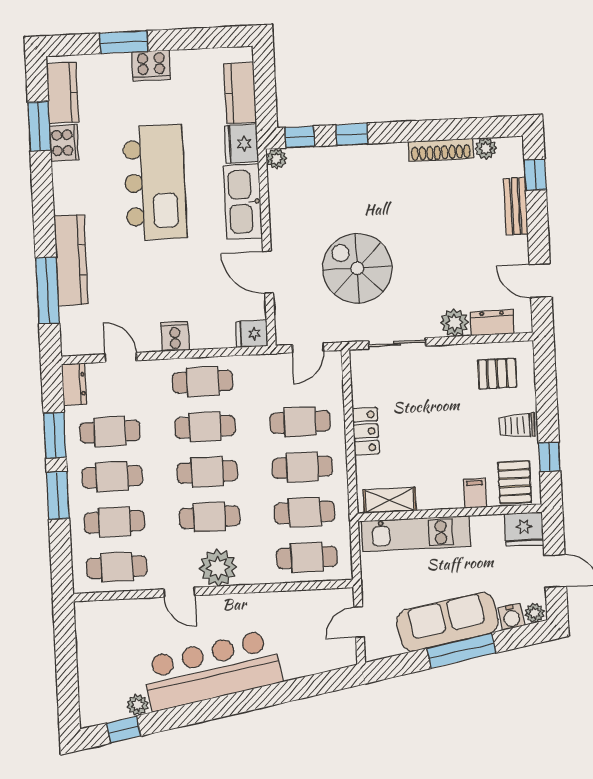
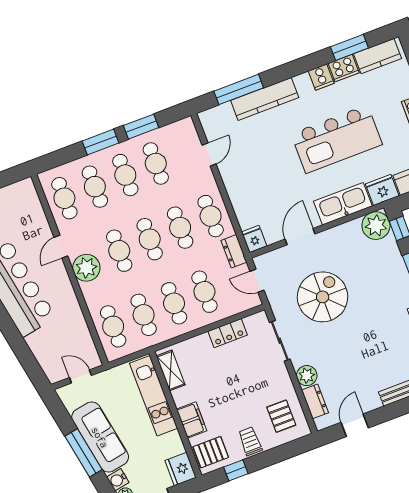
plant: (276, 159) -> (376, 226), width x1.87, depth x1.87
cooker: (175, 336) -> (321, 77), moved, turned 90
dresser: (74, 384) -> (234, 251), moved, turned 90
locker: (366, 431) -> (228, 333), moved
filing cabinet: (475, 493) -> (192, 420), width x2.00

